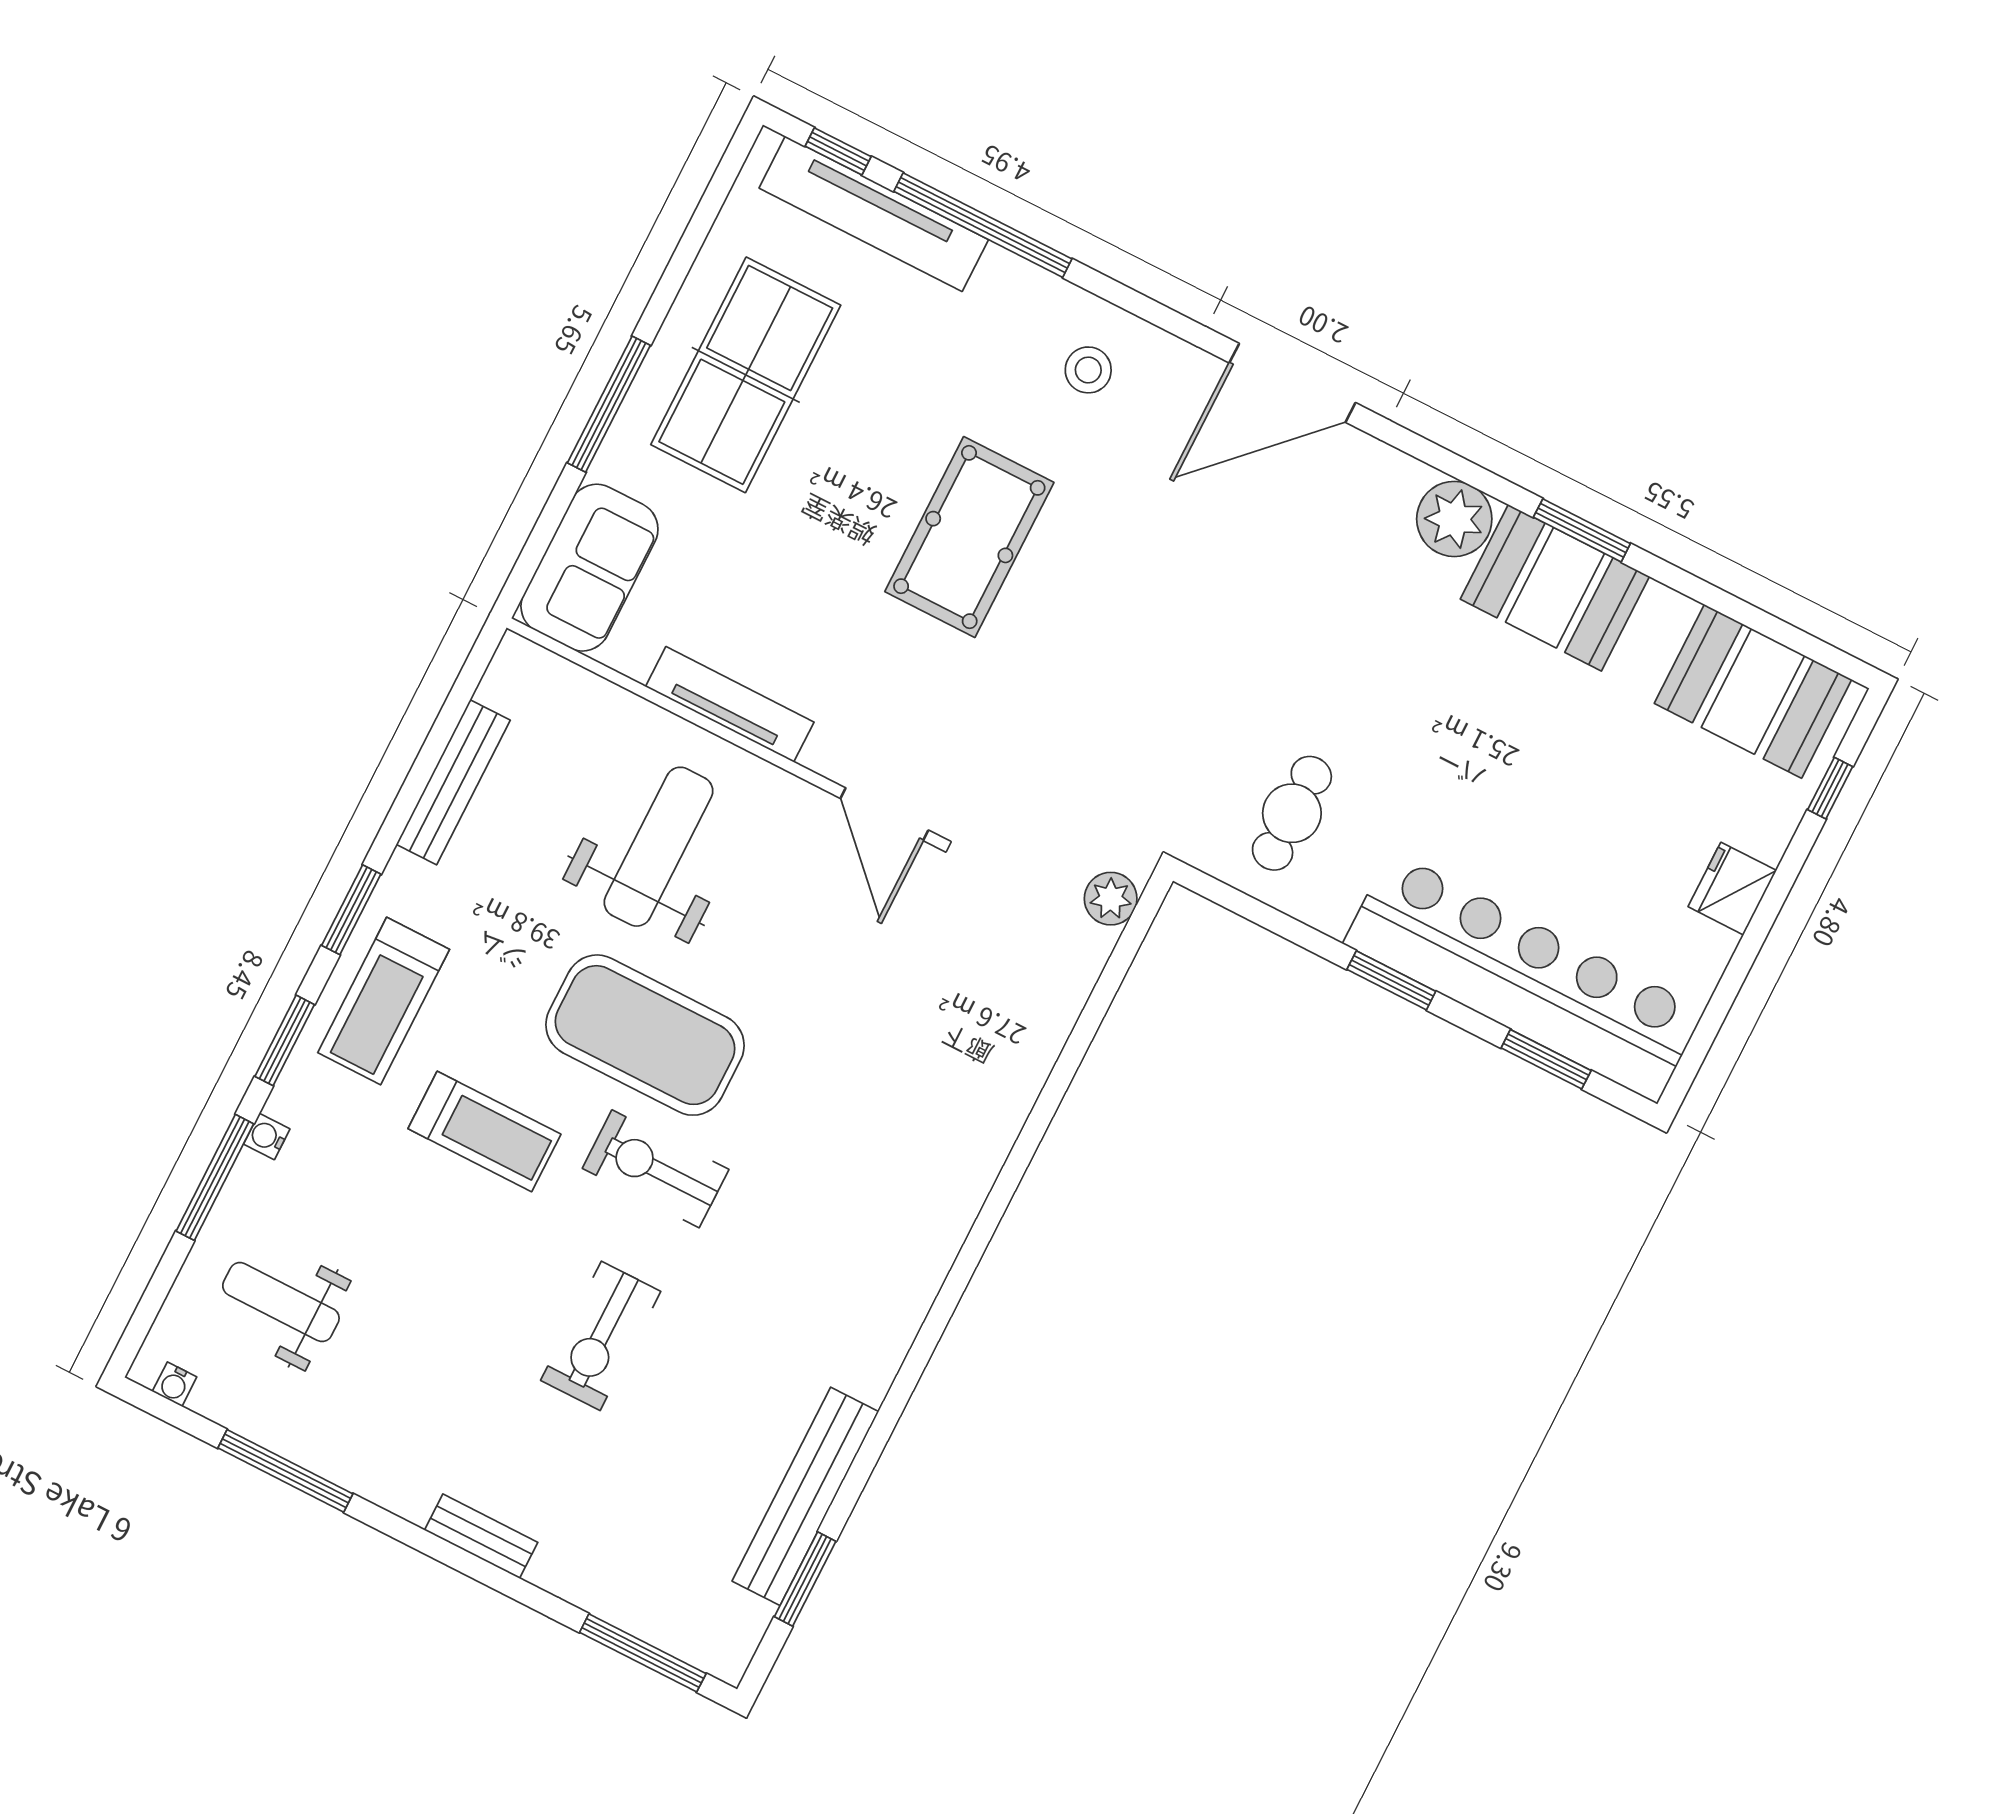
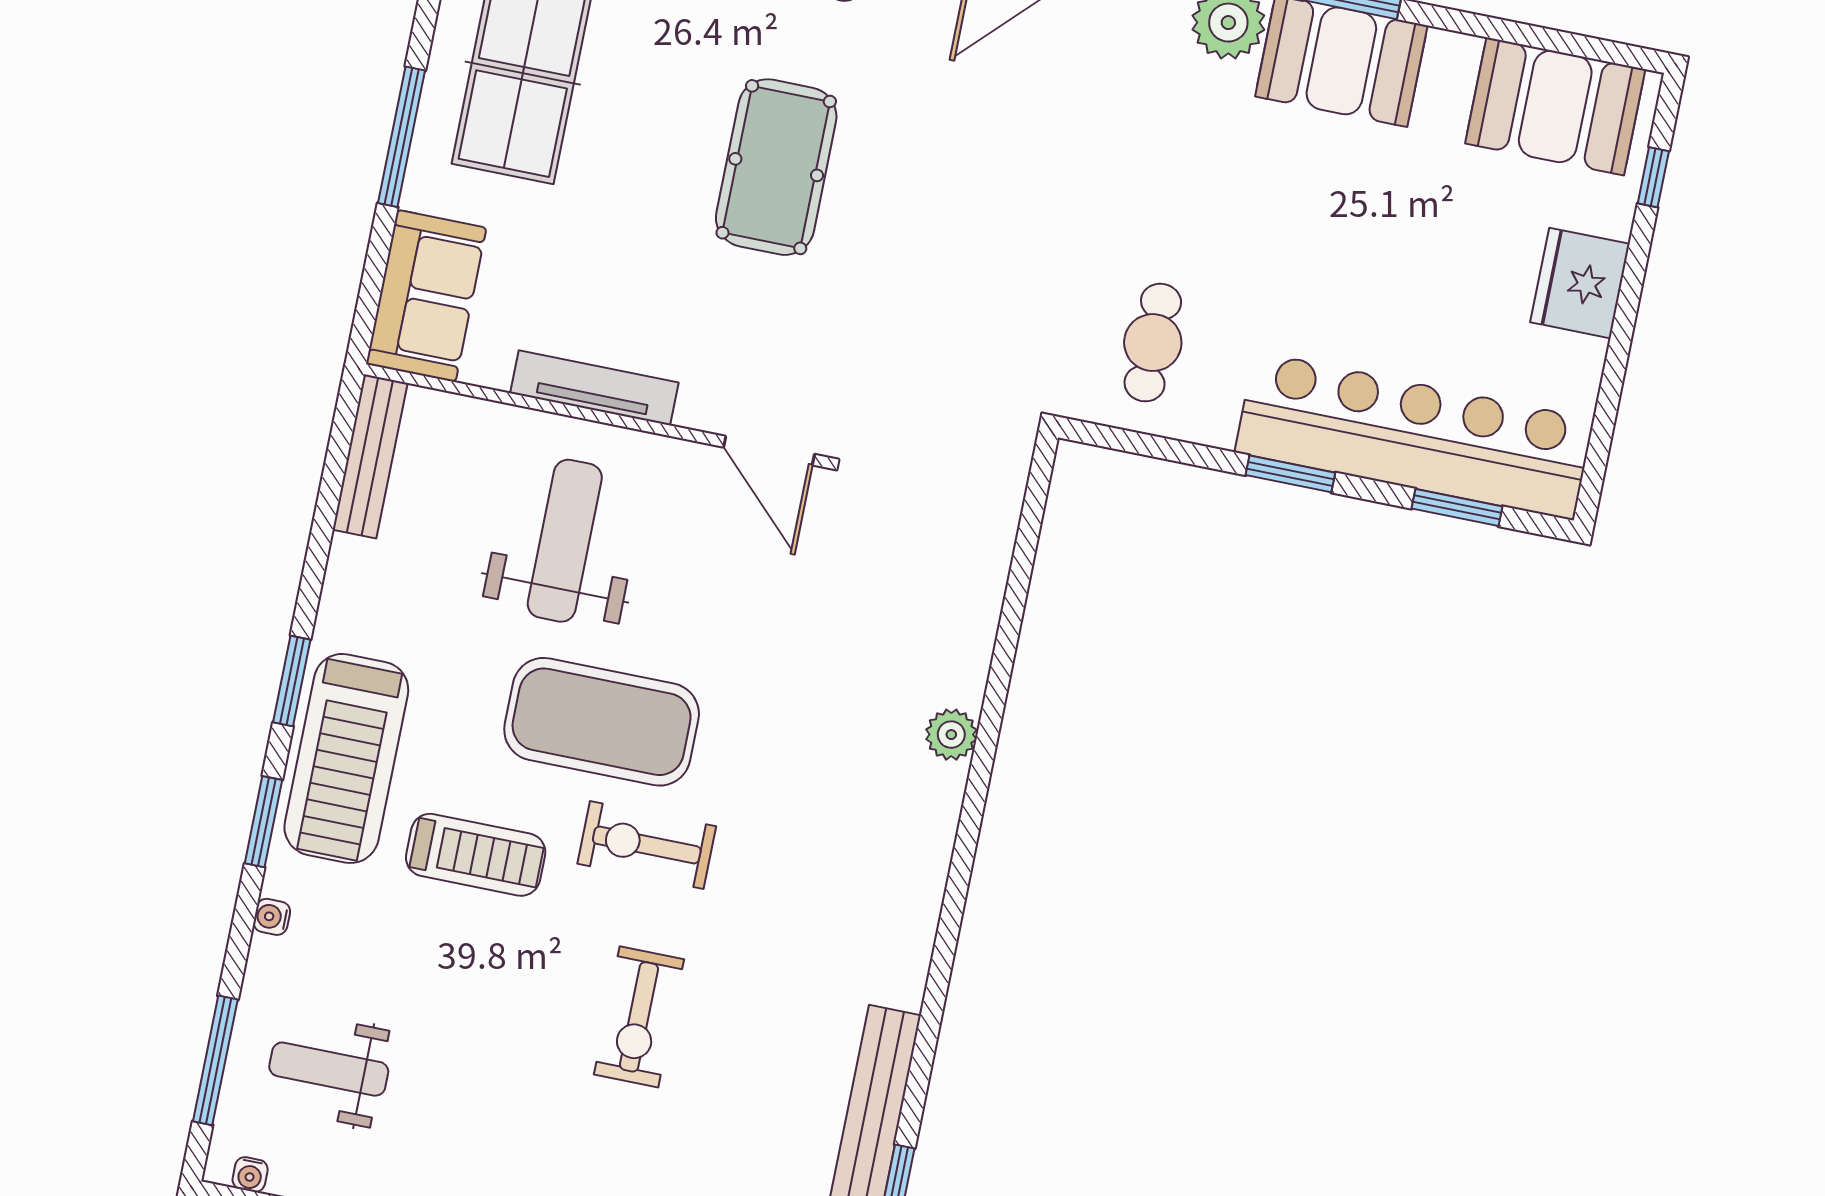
bench: (453, 782) -> (370, 456), moved
fridge: (1732, 889) -> (1580, 283), width x1.36, depth x1.34
plant: (1111, 899) -> (951, 735), moved
treadmill: (384, 1001) -> (346, 758), width x1.37, depth x1.38
window: (215, 1177) -> (215, 1060), moved

